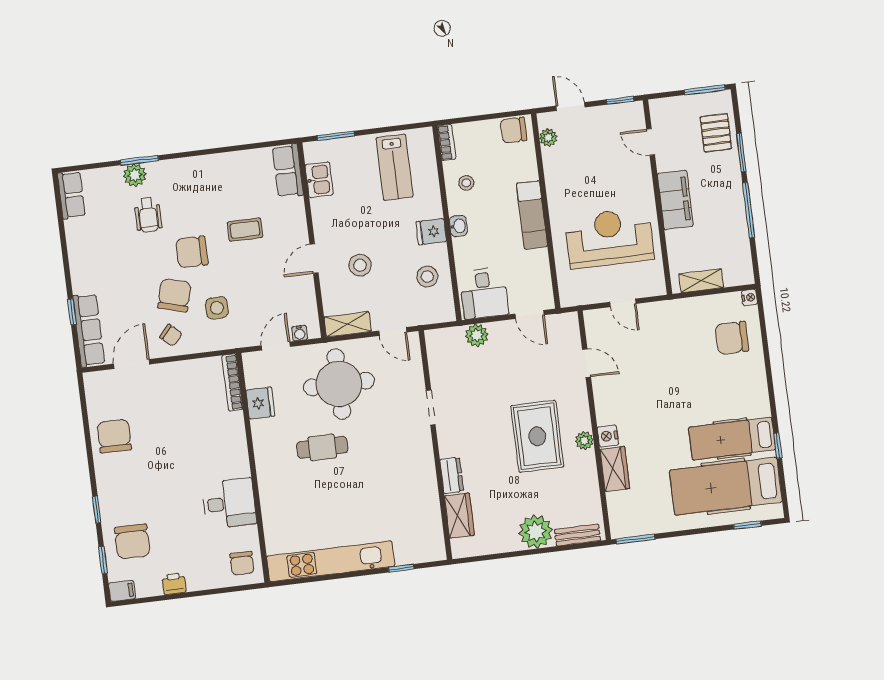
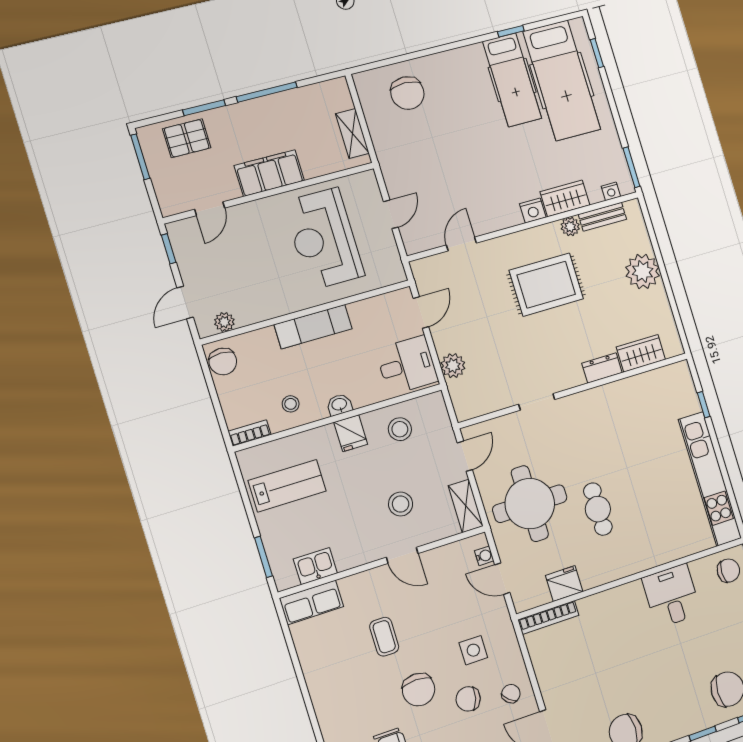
chair: (174, 295) -> (468, 699), width x0.73, depth x0.73
nightstand: (749, 297) -> (611, 191), moved, turned 180
plant: (584, 441) -> (570, 227), moved
bench: (577, 535) -> (602, 217), moved, turned 90

